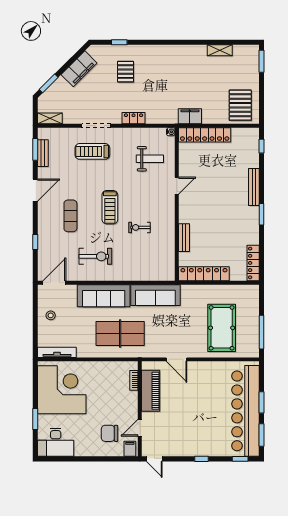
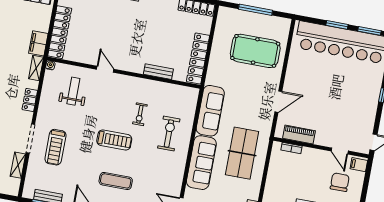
shelving: (50, 118) -> (18, 165), moved
shelving: (166, 118) -> (36, 68), added
exercise bike: (95, 256) -> (169, 134), moved
window: (262, 332) -> (256, 10), moved
piano: (151, 391) -> (299, 135), width x0.73, depth x0.75
chair: (110, 433) -> (340, 182), turned 180

